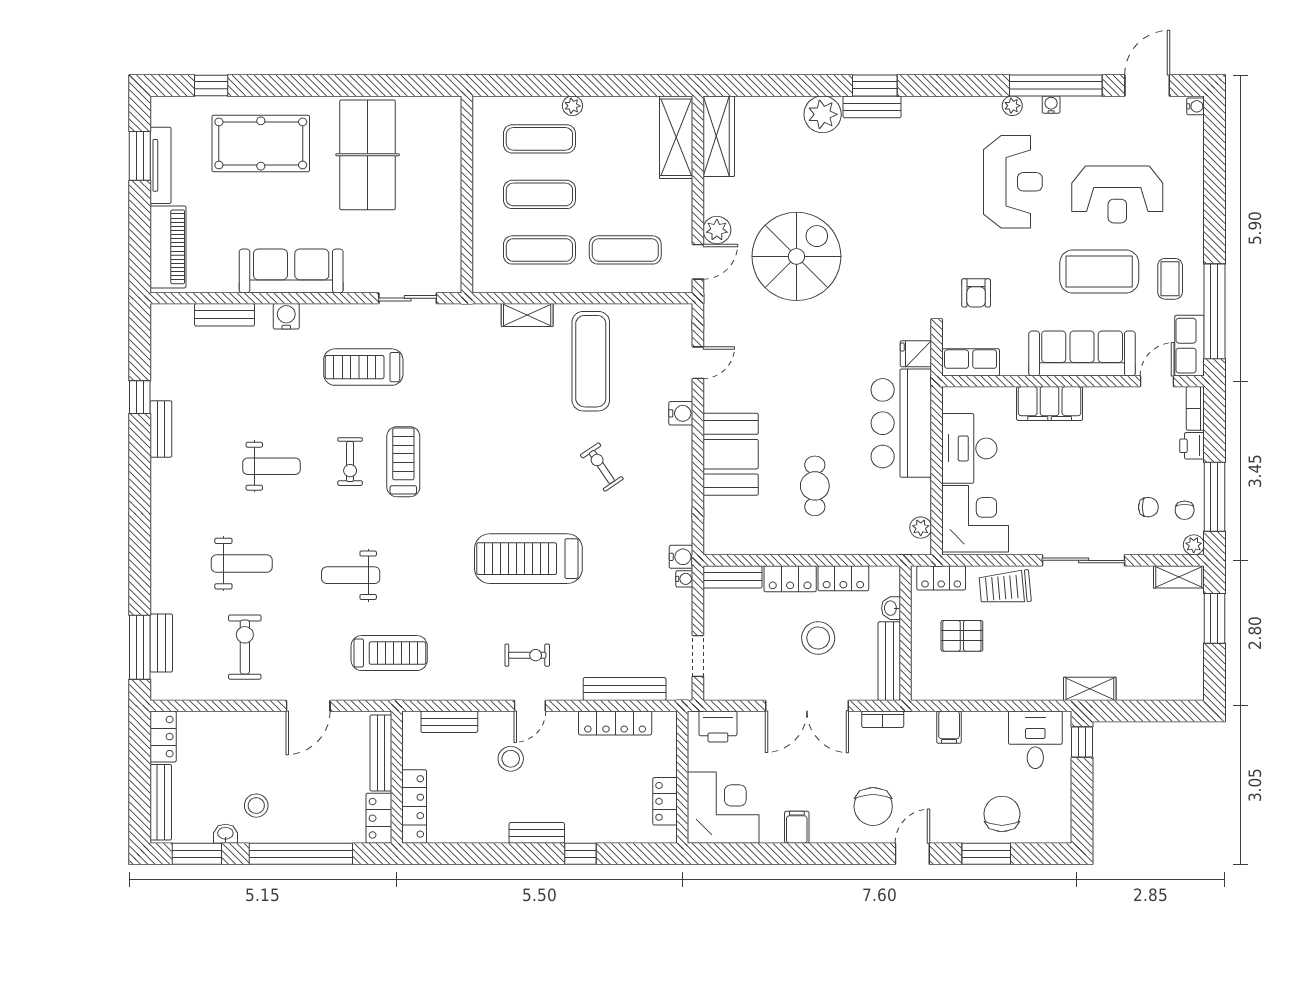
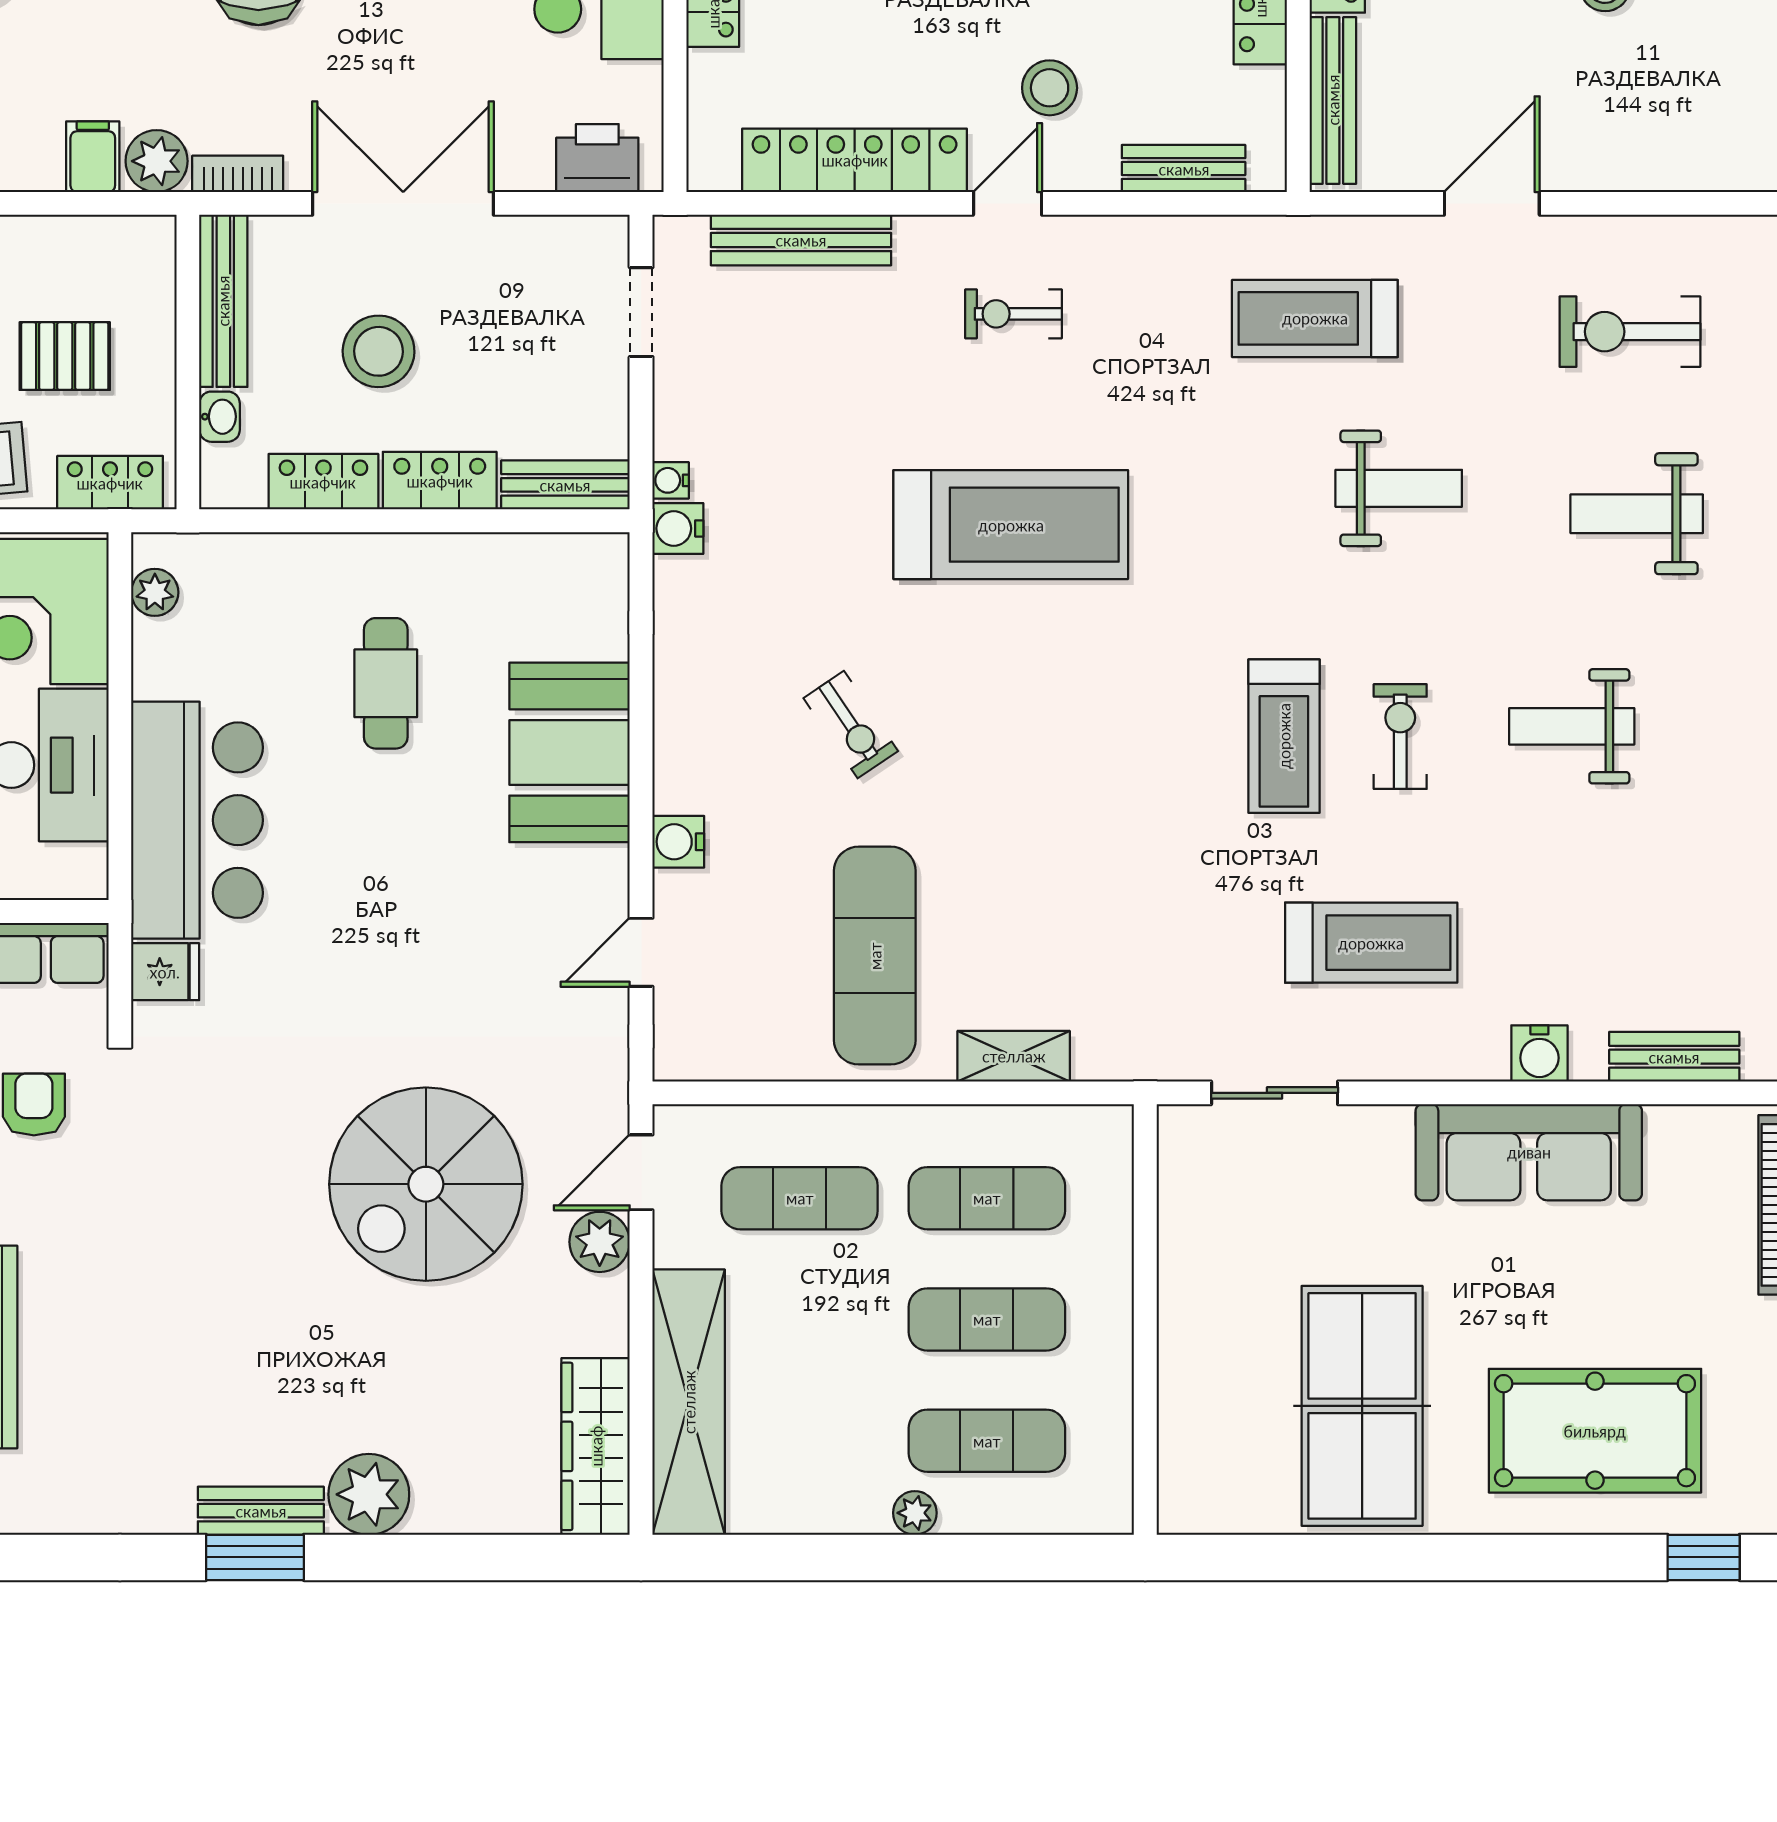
shelving: (676, 137) -> (689, 1402), width x1.47
exercise bike: (245, 647) -> (1630, 332), turned 90
locker: (615, 723) -> (855, 160), width x1.41, depth x1.21
plant: (920, 725) -> (157, 161), added

